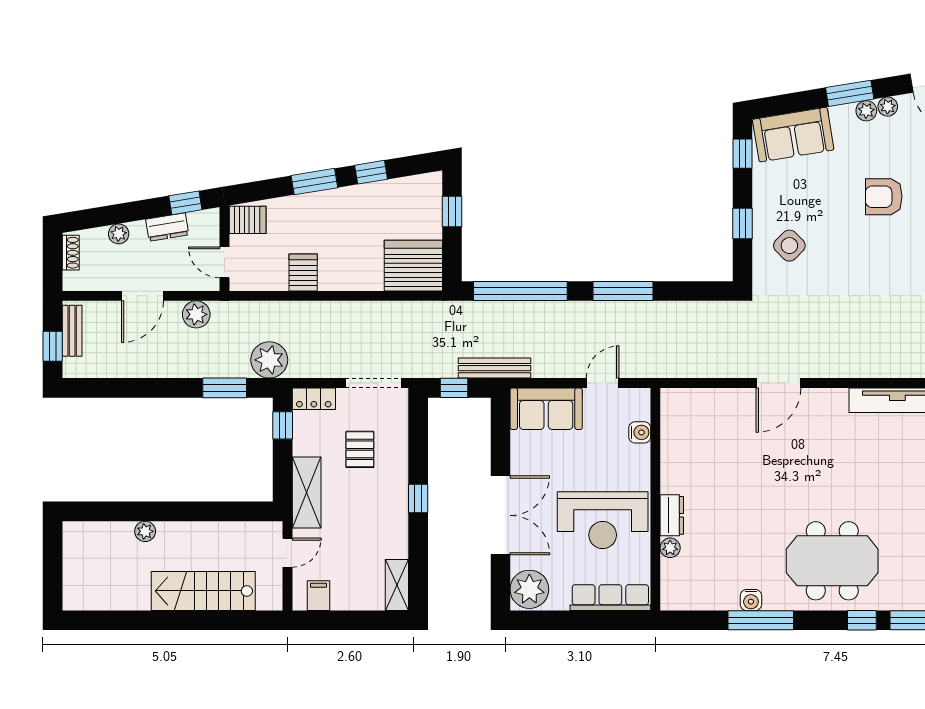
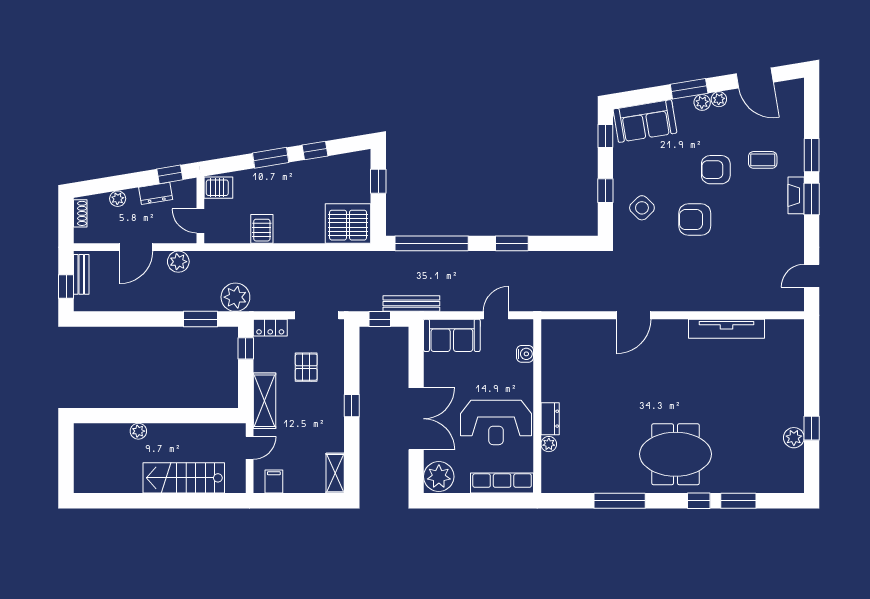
armchair: (857, 261) -> (695, 220), added
window: (623, 291) -> (512, 243), width x0.69
water cooler: (751, 600) -> (612, 485), removed

